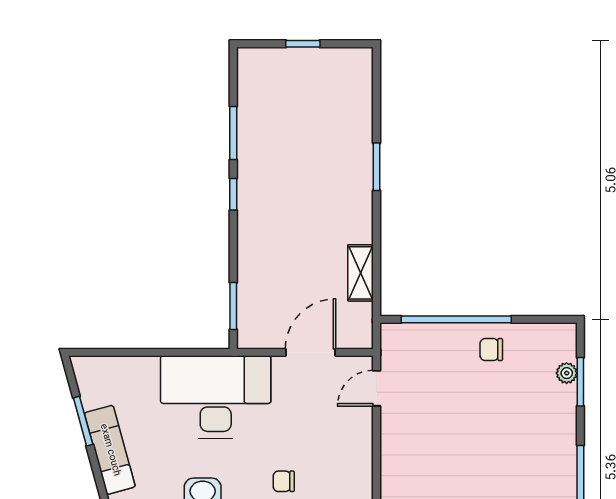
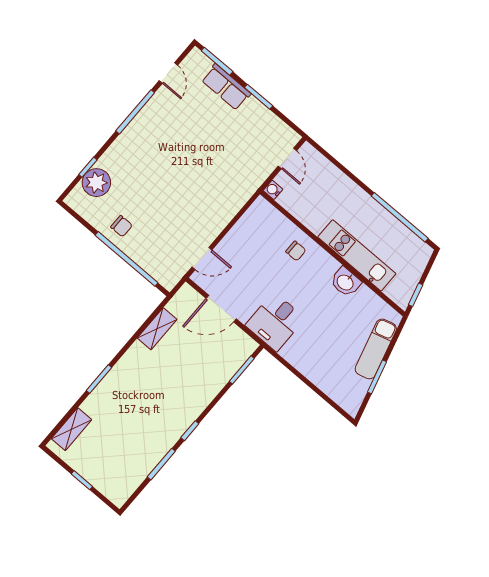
shelving: (360, 89) -> (71, 429), added
plant: (567, 373) -> (96, 183), width x1.87, depth x1.87
window: (580, 382) -> (88, 167), width x0.67
desk: (216, 397) -> (275, 322), width x0.53, depth x0.77

